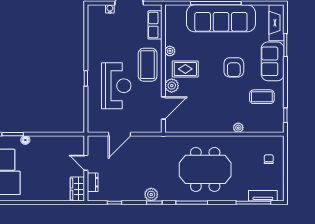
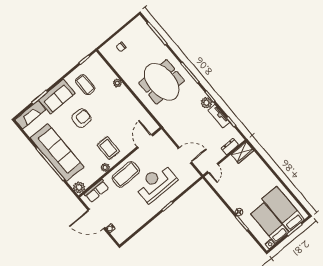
plant: (172, 86) -> (79, 187), moved
door: (163, 108) -> (145, 141), hinge flipped
door: (86, 163) -> (213, 168), moved
tv unit: (263, 196) -> (219, 116), moved

